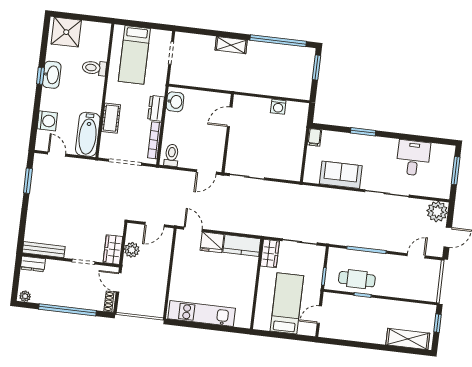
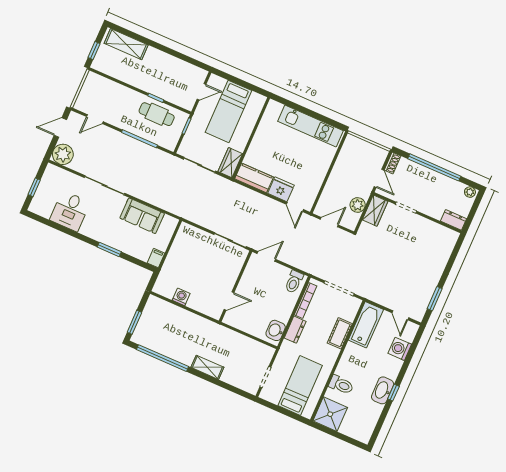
shower: (66, 32) -> (330, 414), moved
window: (456, 171) -> (34, 187), width x0.67
bench: (44, 250) -> (439, 230), removed

